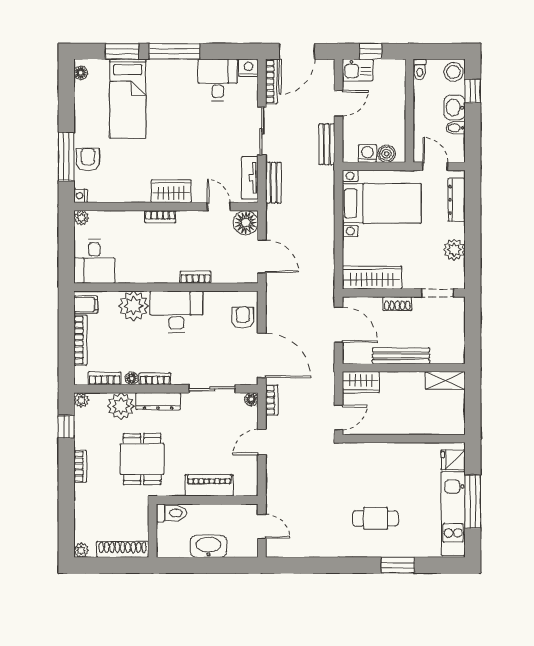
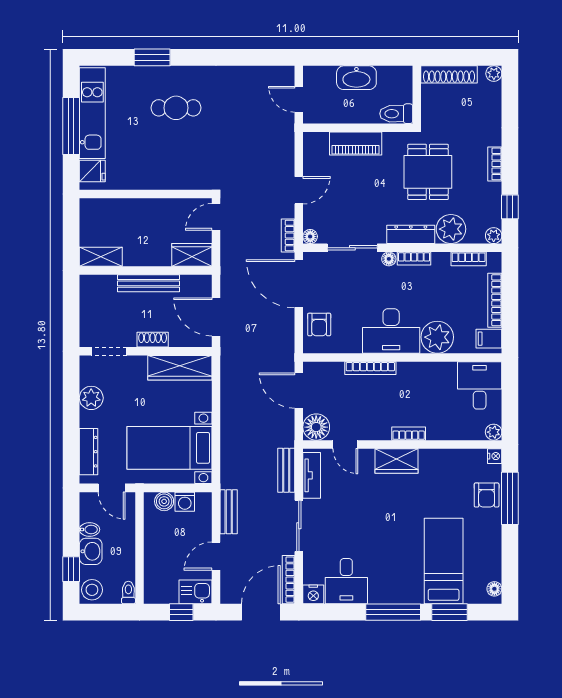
bookcase: (196, 277) -> (370, 368), width x1.56
floor lamp: (132, 378) -> (389, 259), moved

